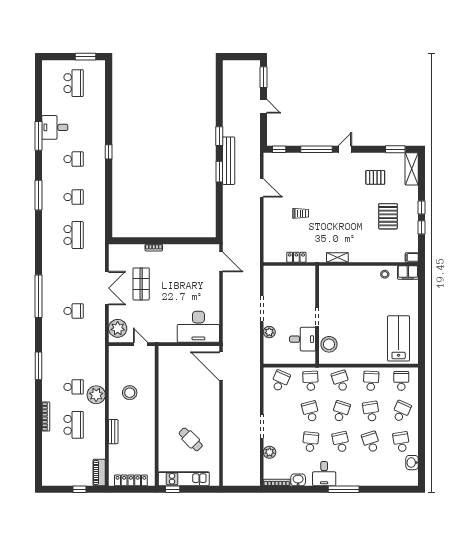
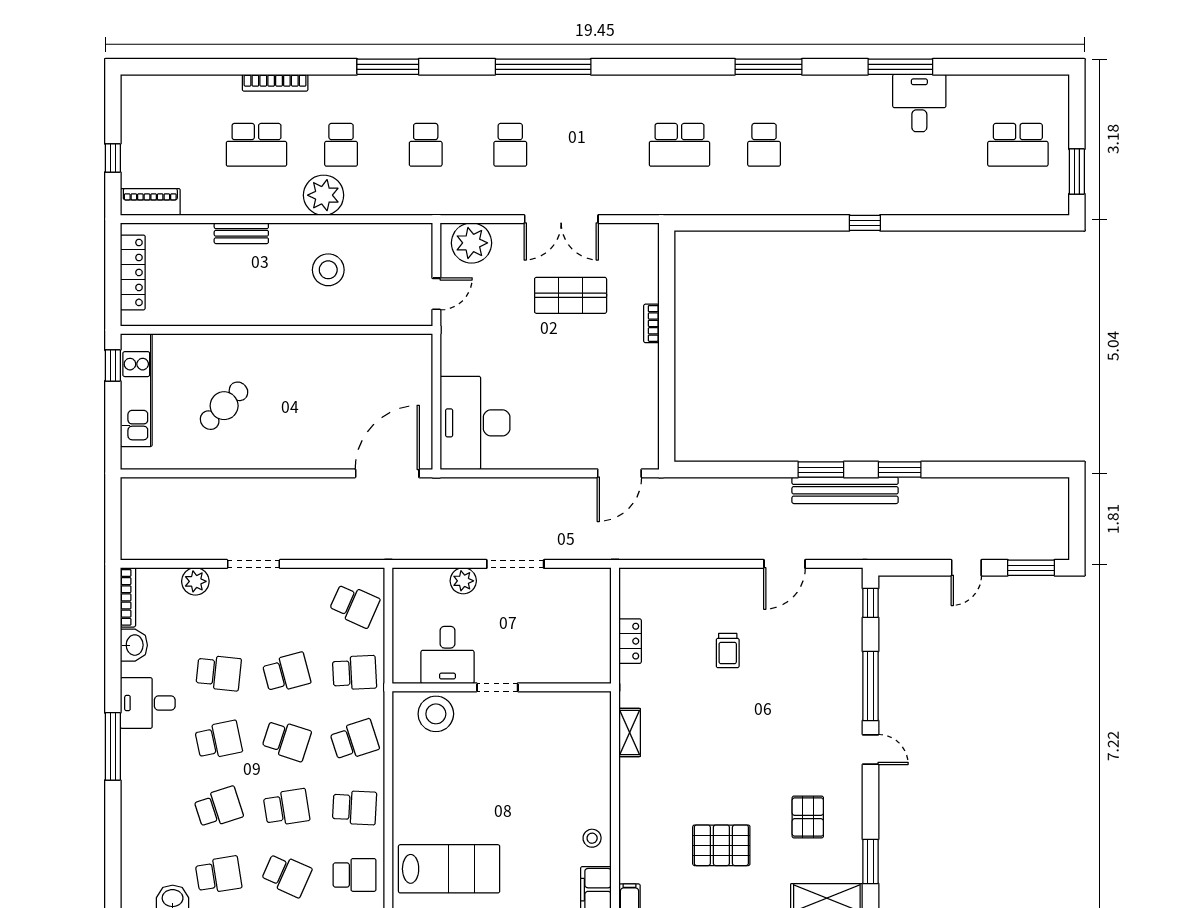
school desk: (74, 159) -> (426, 145), moved

